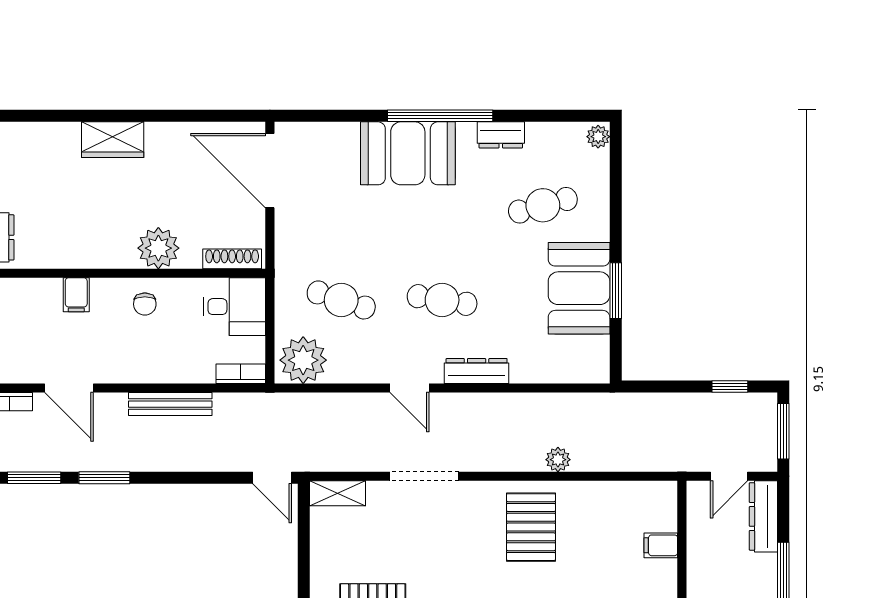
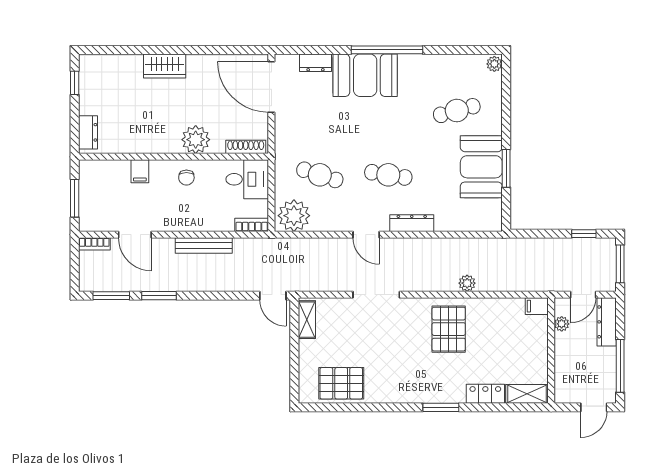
dresser: (501, 135) -> (315, 63), moved
shelving: (338, 493) -> (307, 320), moved, turned 90
plant: (697, 519) -> (562, 324), added
filing cabinet: (661, 545) -> (537, 306), moved

